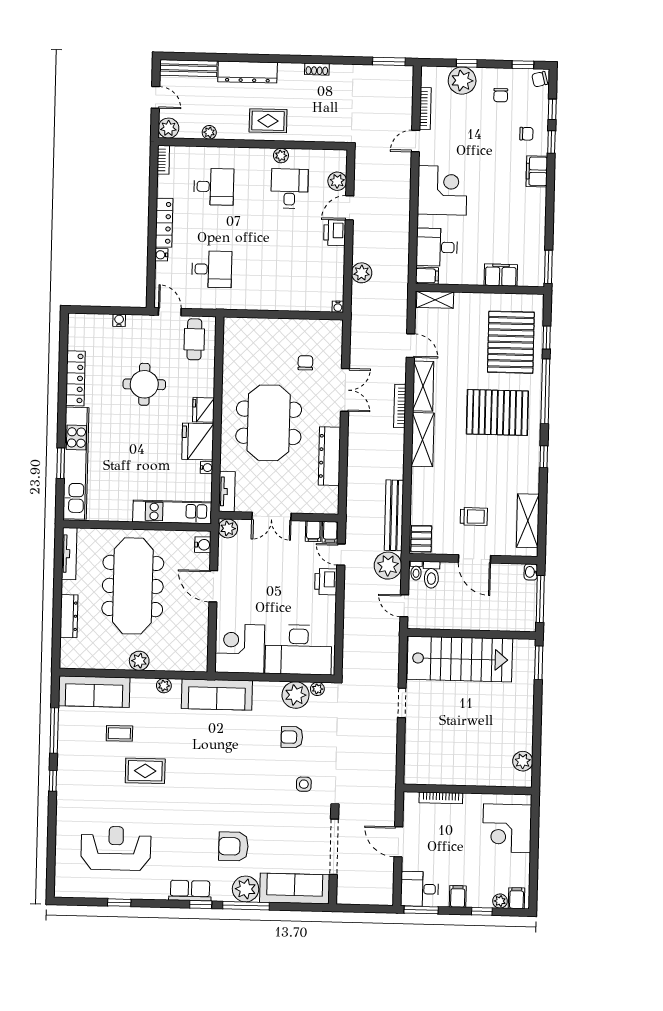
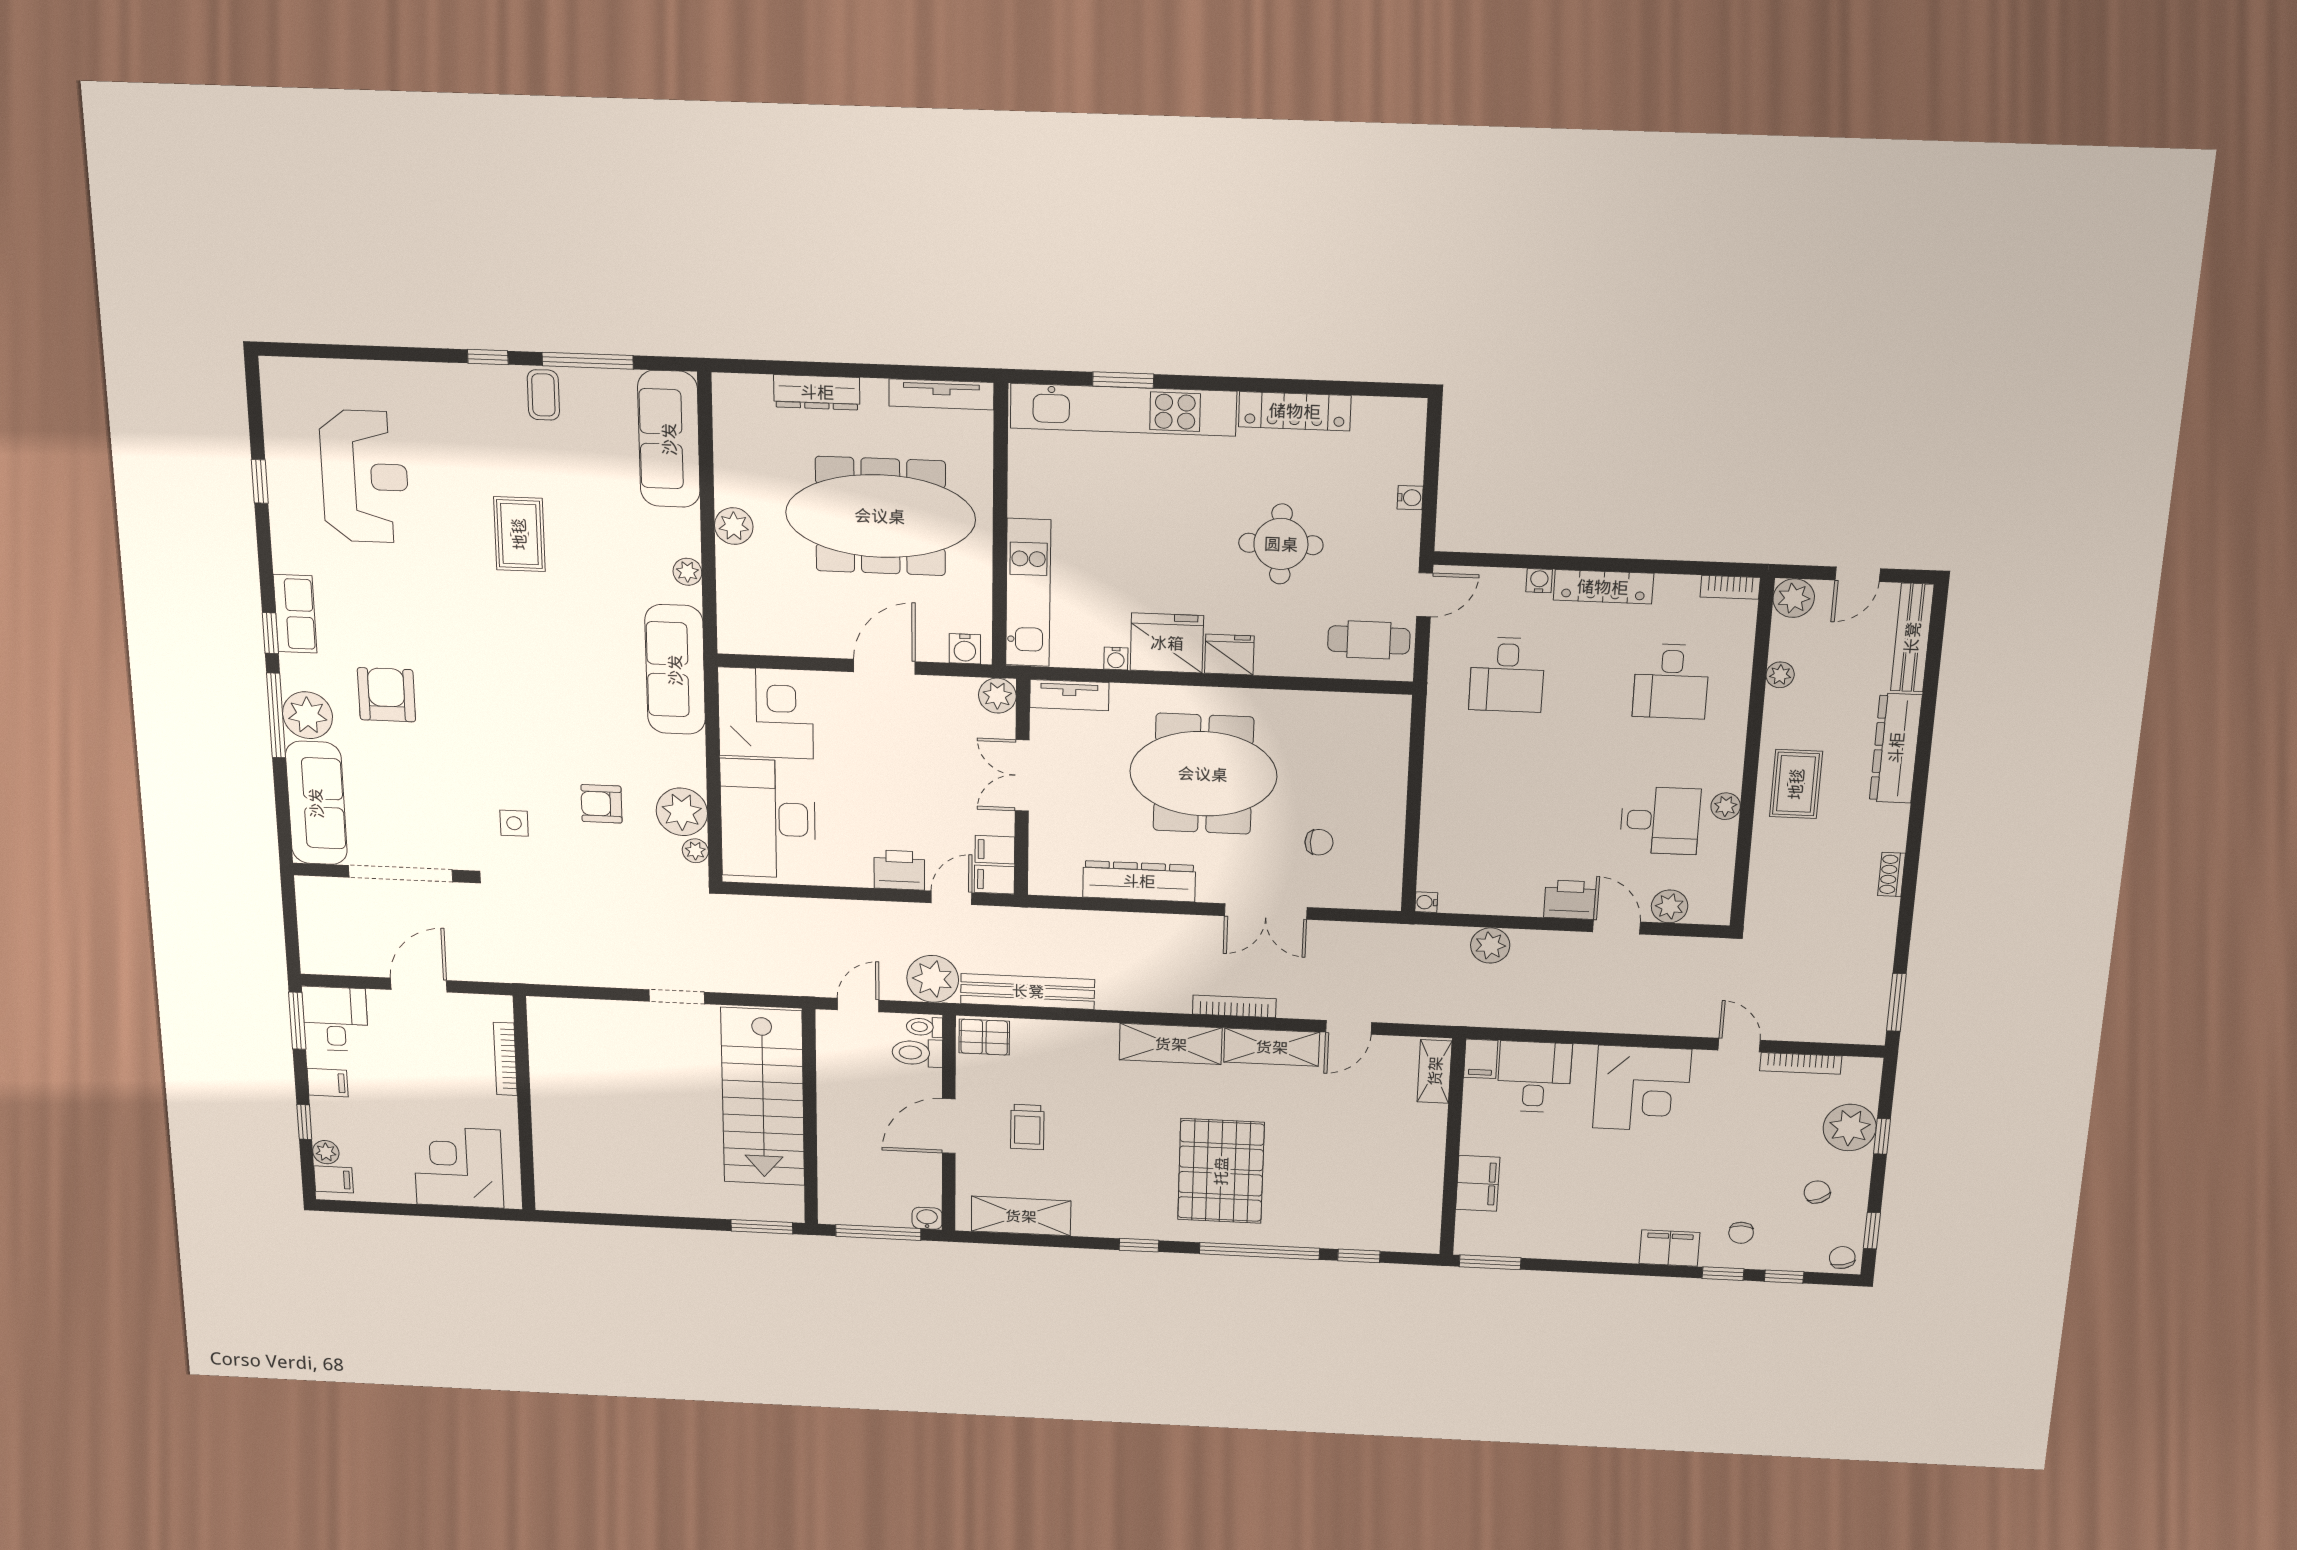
chair: (501, 95) -> (1817, 1192), turned 65
pallet: (511, 342) -> (1352, 1197), removed
coffee table: (119, 733) -> (543, 395), moved
armchair: (292, 737) -> (601, 804), turned -90
plant: (523, 761) -> (582, 1196), removed

